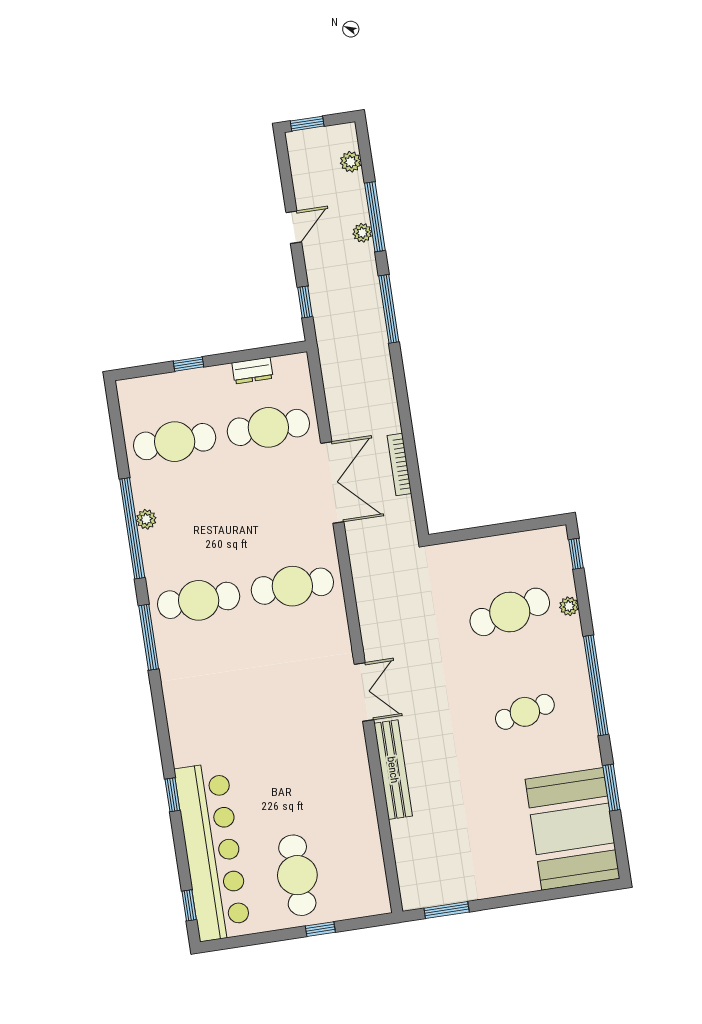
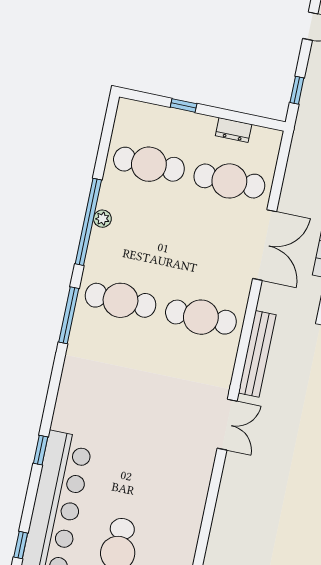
bench: (393, 770) -> (257, 354), moved

